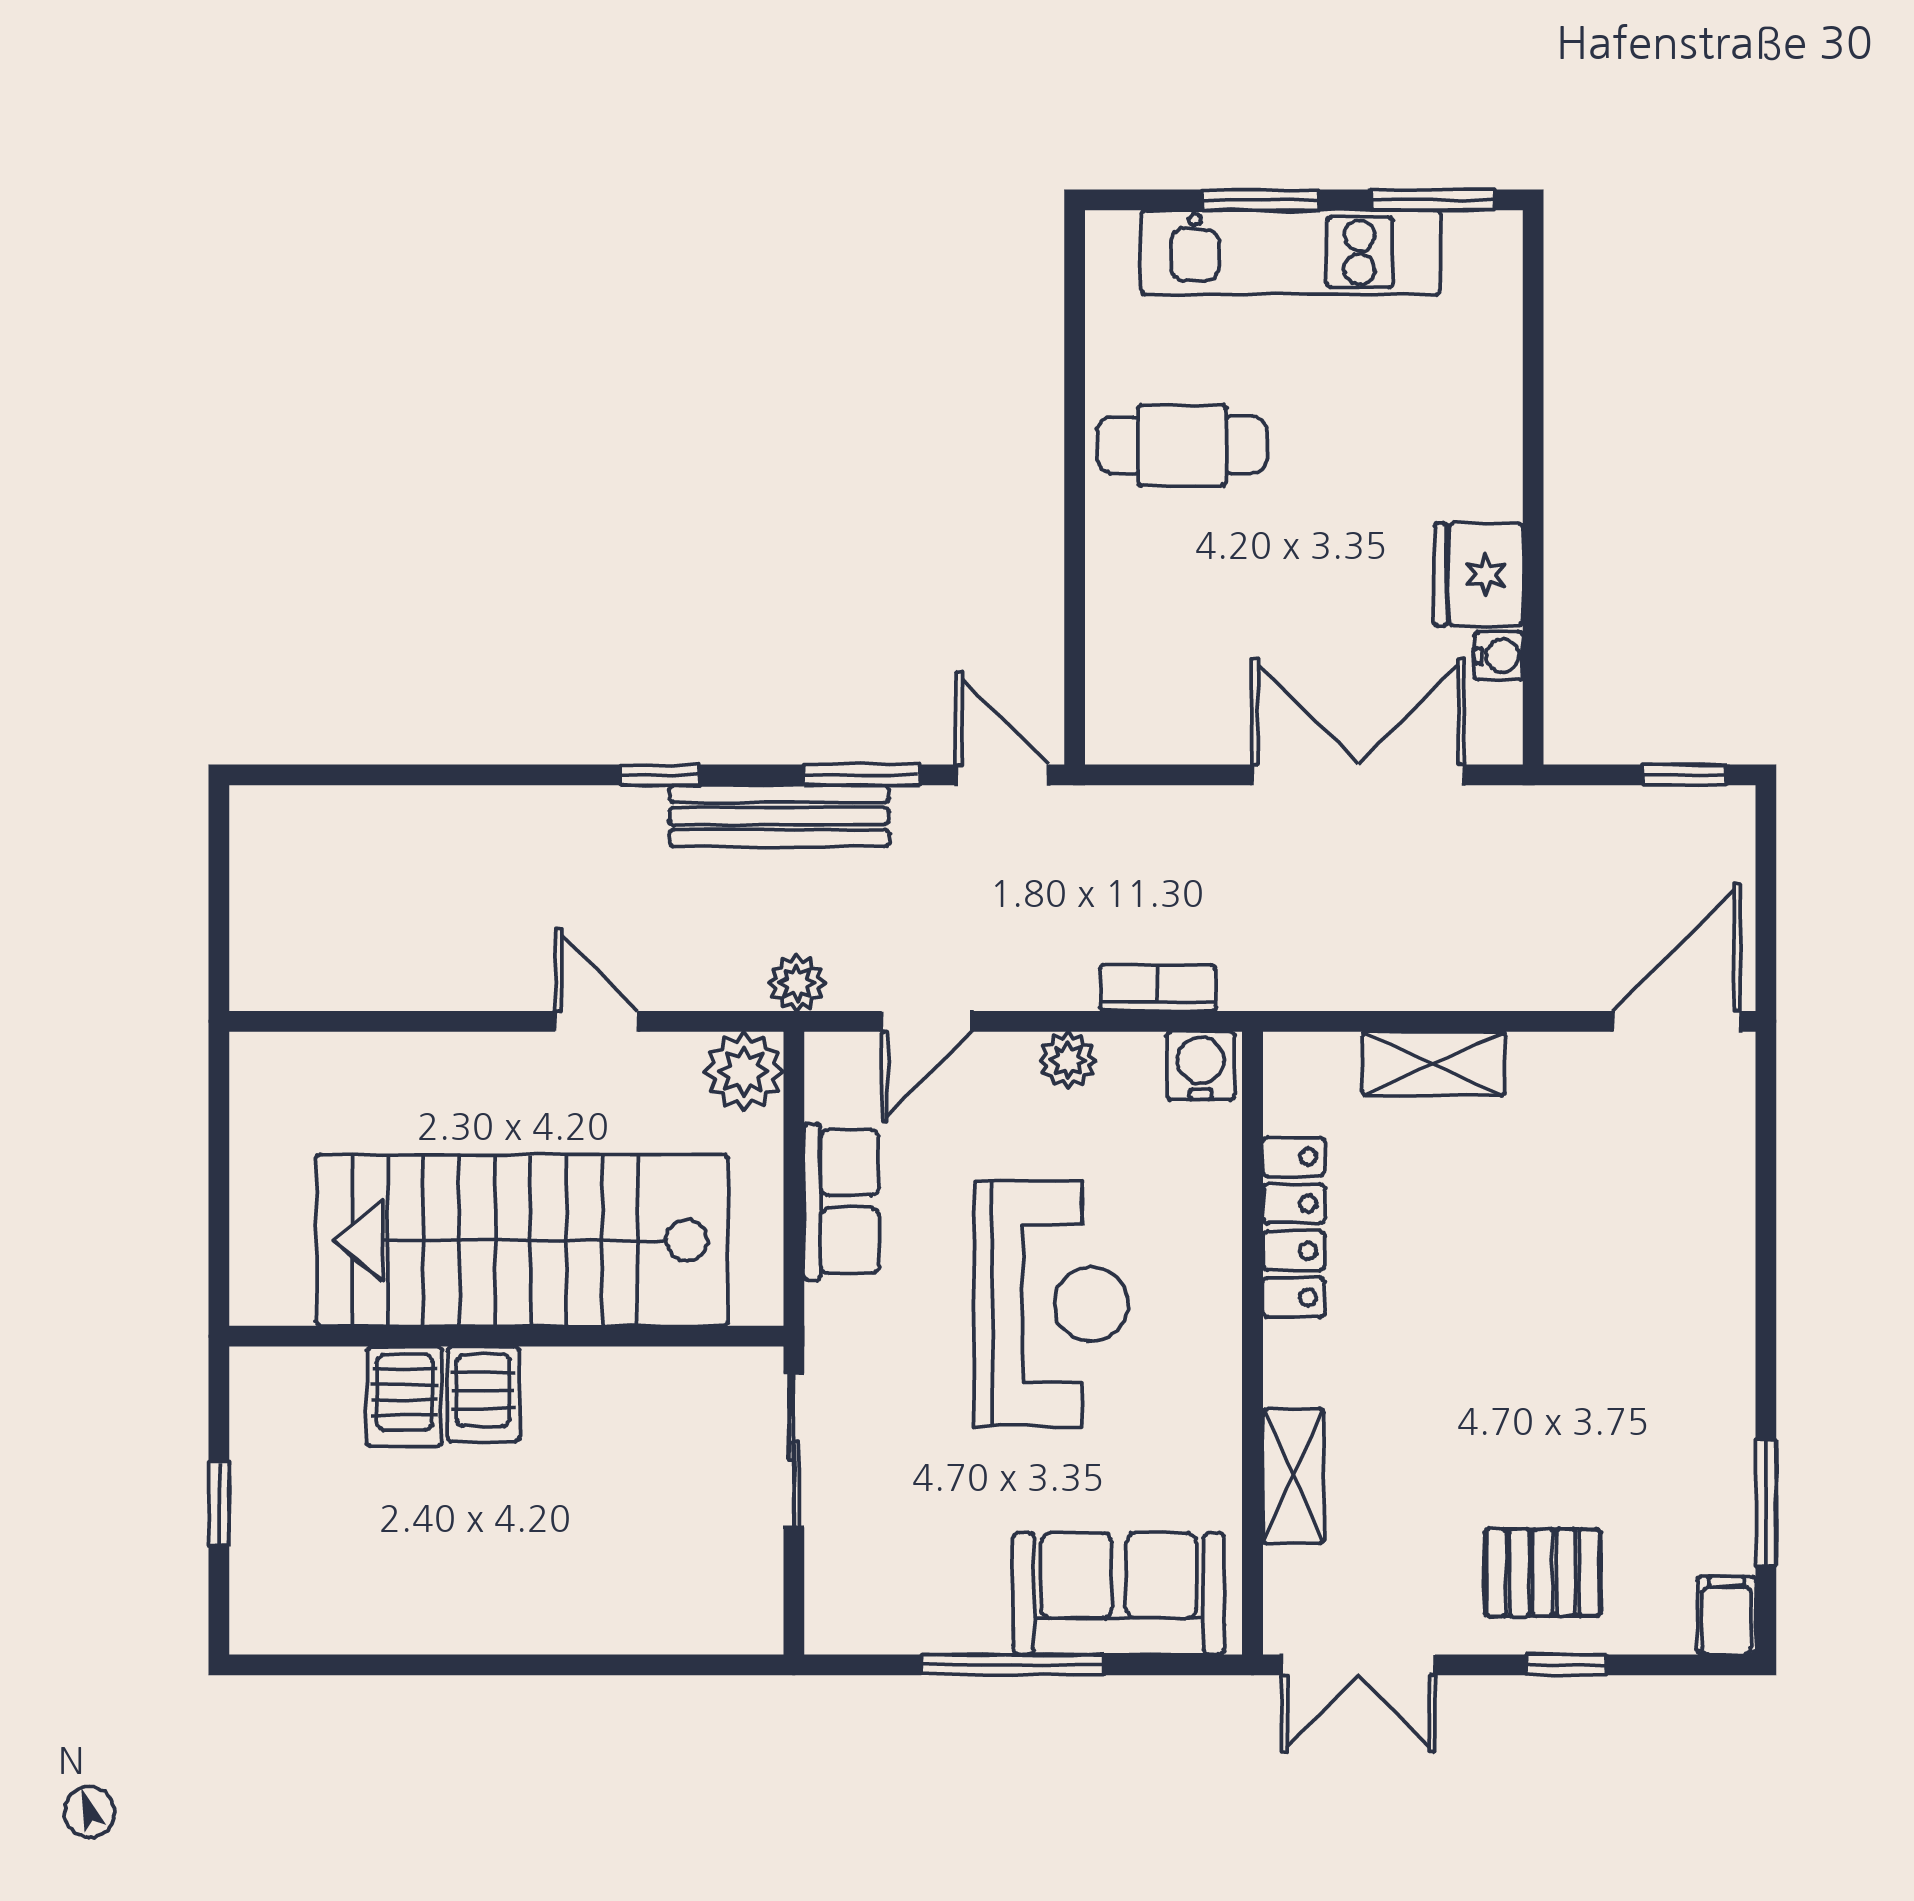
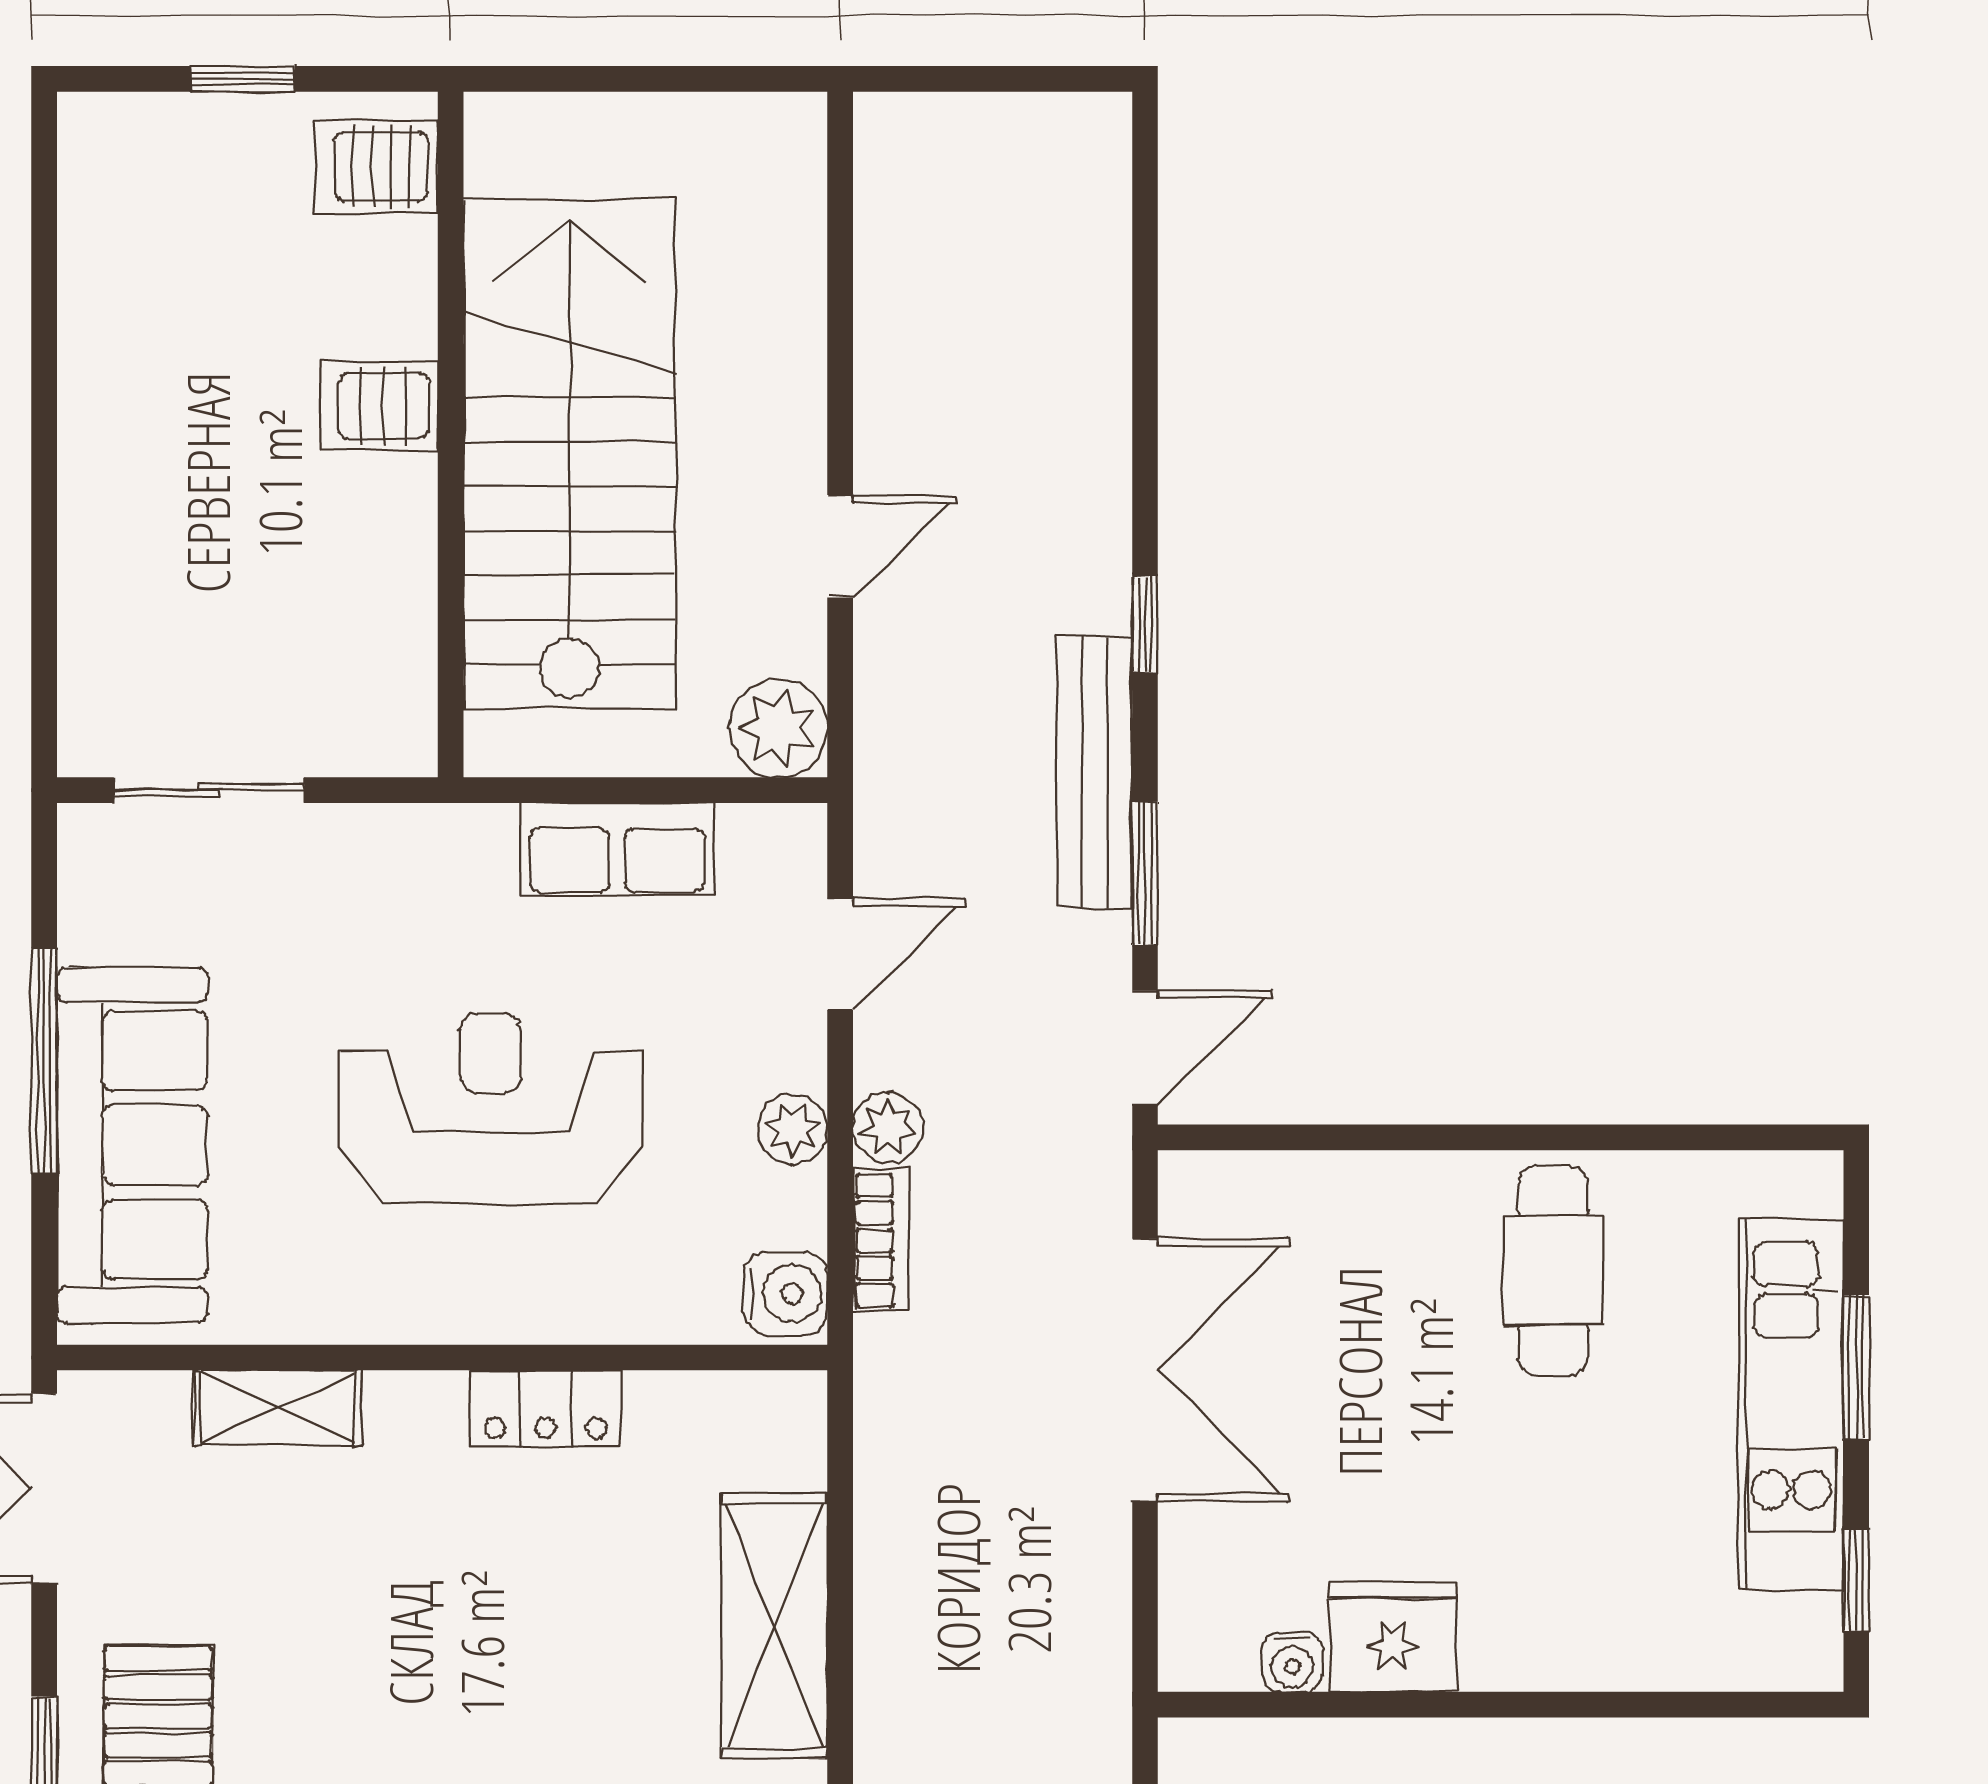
window: (1433, 200) -> (1856, 1580), width x0.67
double door: (1358, 775) -> (1145, 1370), moved
plant: (797, 983) -> (888, 1127), moved
door: (927, 1021) -> (840, 954), swing flipped
shelving: (1434, 1064) -> (774, 1626), width x1.50, depth x1.33
locker: (1294, 1227) -> (546, 1409), width x0.66
reception desk: (1051, 1304) -> (491, 1108), turned 180
server rack: (404, 1396) -> (376, 167), moved
sliding door: (794, 1450) -> (209, 790), moved
sofa: (1119, 1594) -> (132, 1145), width x1.36

